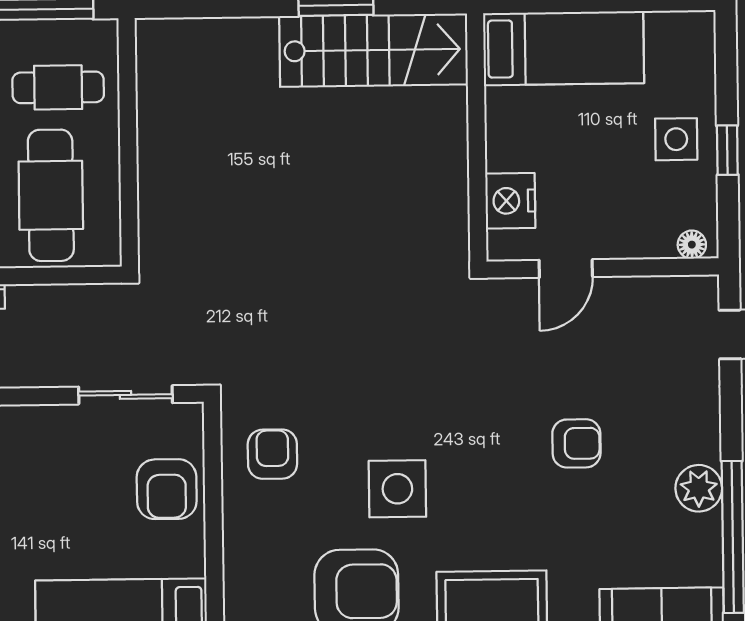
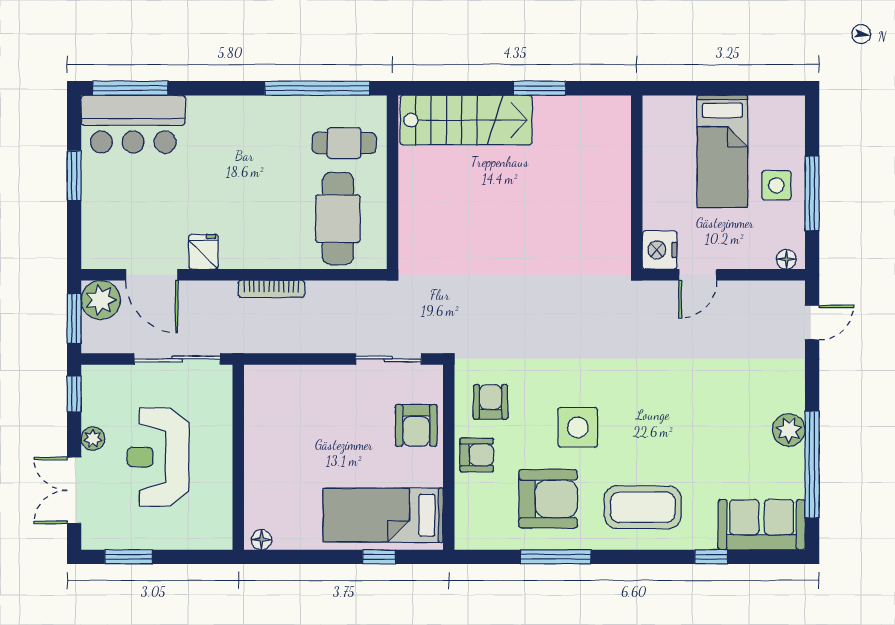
bed: (564, 48) -> (722, 151), moved, turned 90
stairs: (374, 50) -> (466, 120), moved
window: (727, 150) -> (812, 194), width x2.17
nightstand: (510, 201) -> (660, 250), moved
armchair: (576, 443) -> (477, 455), moved

